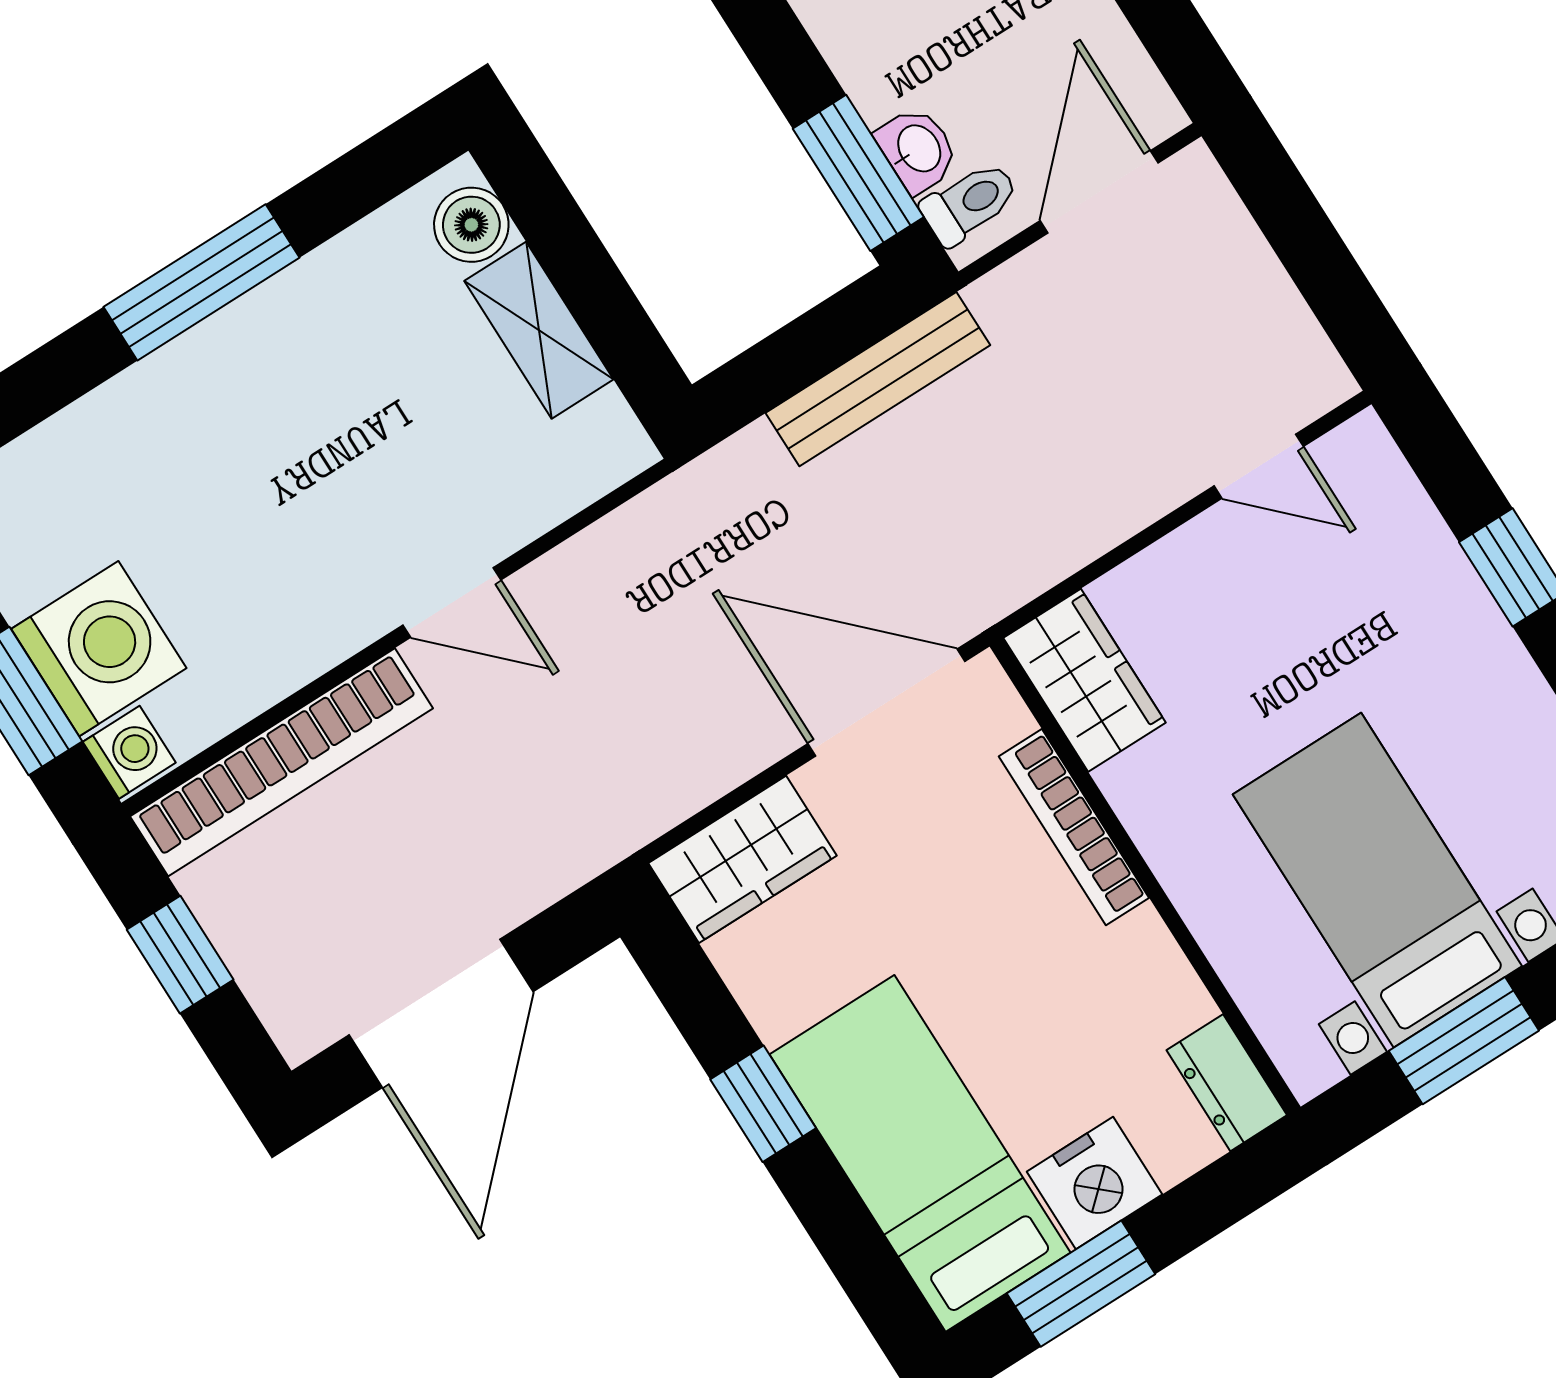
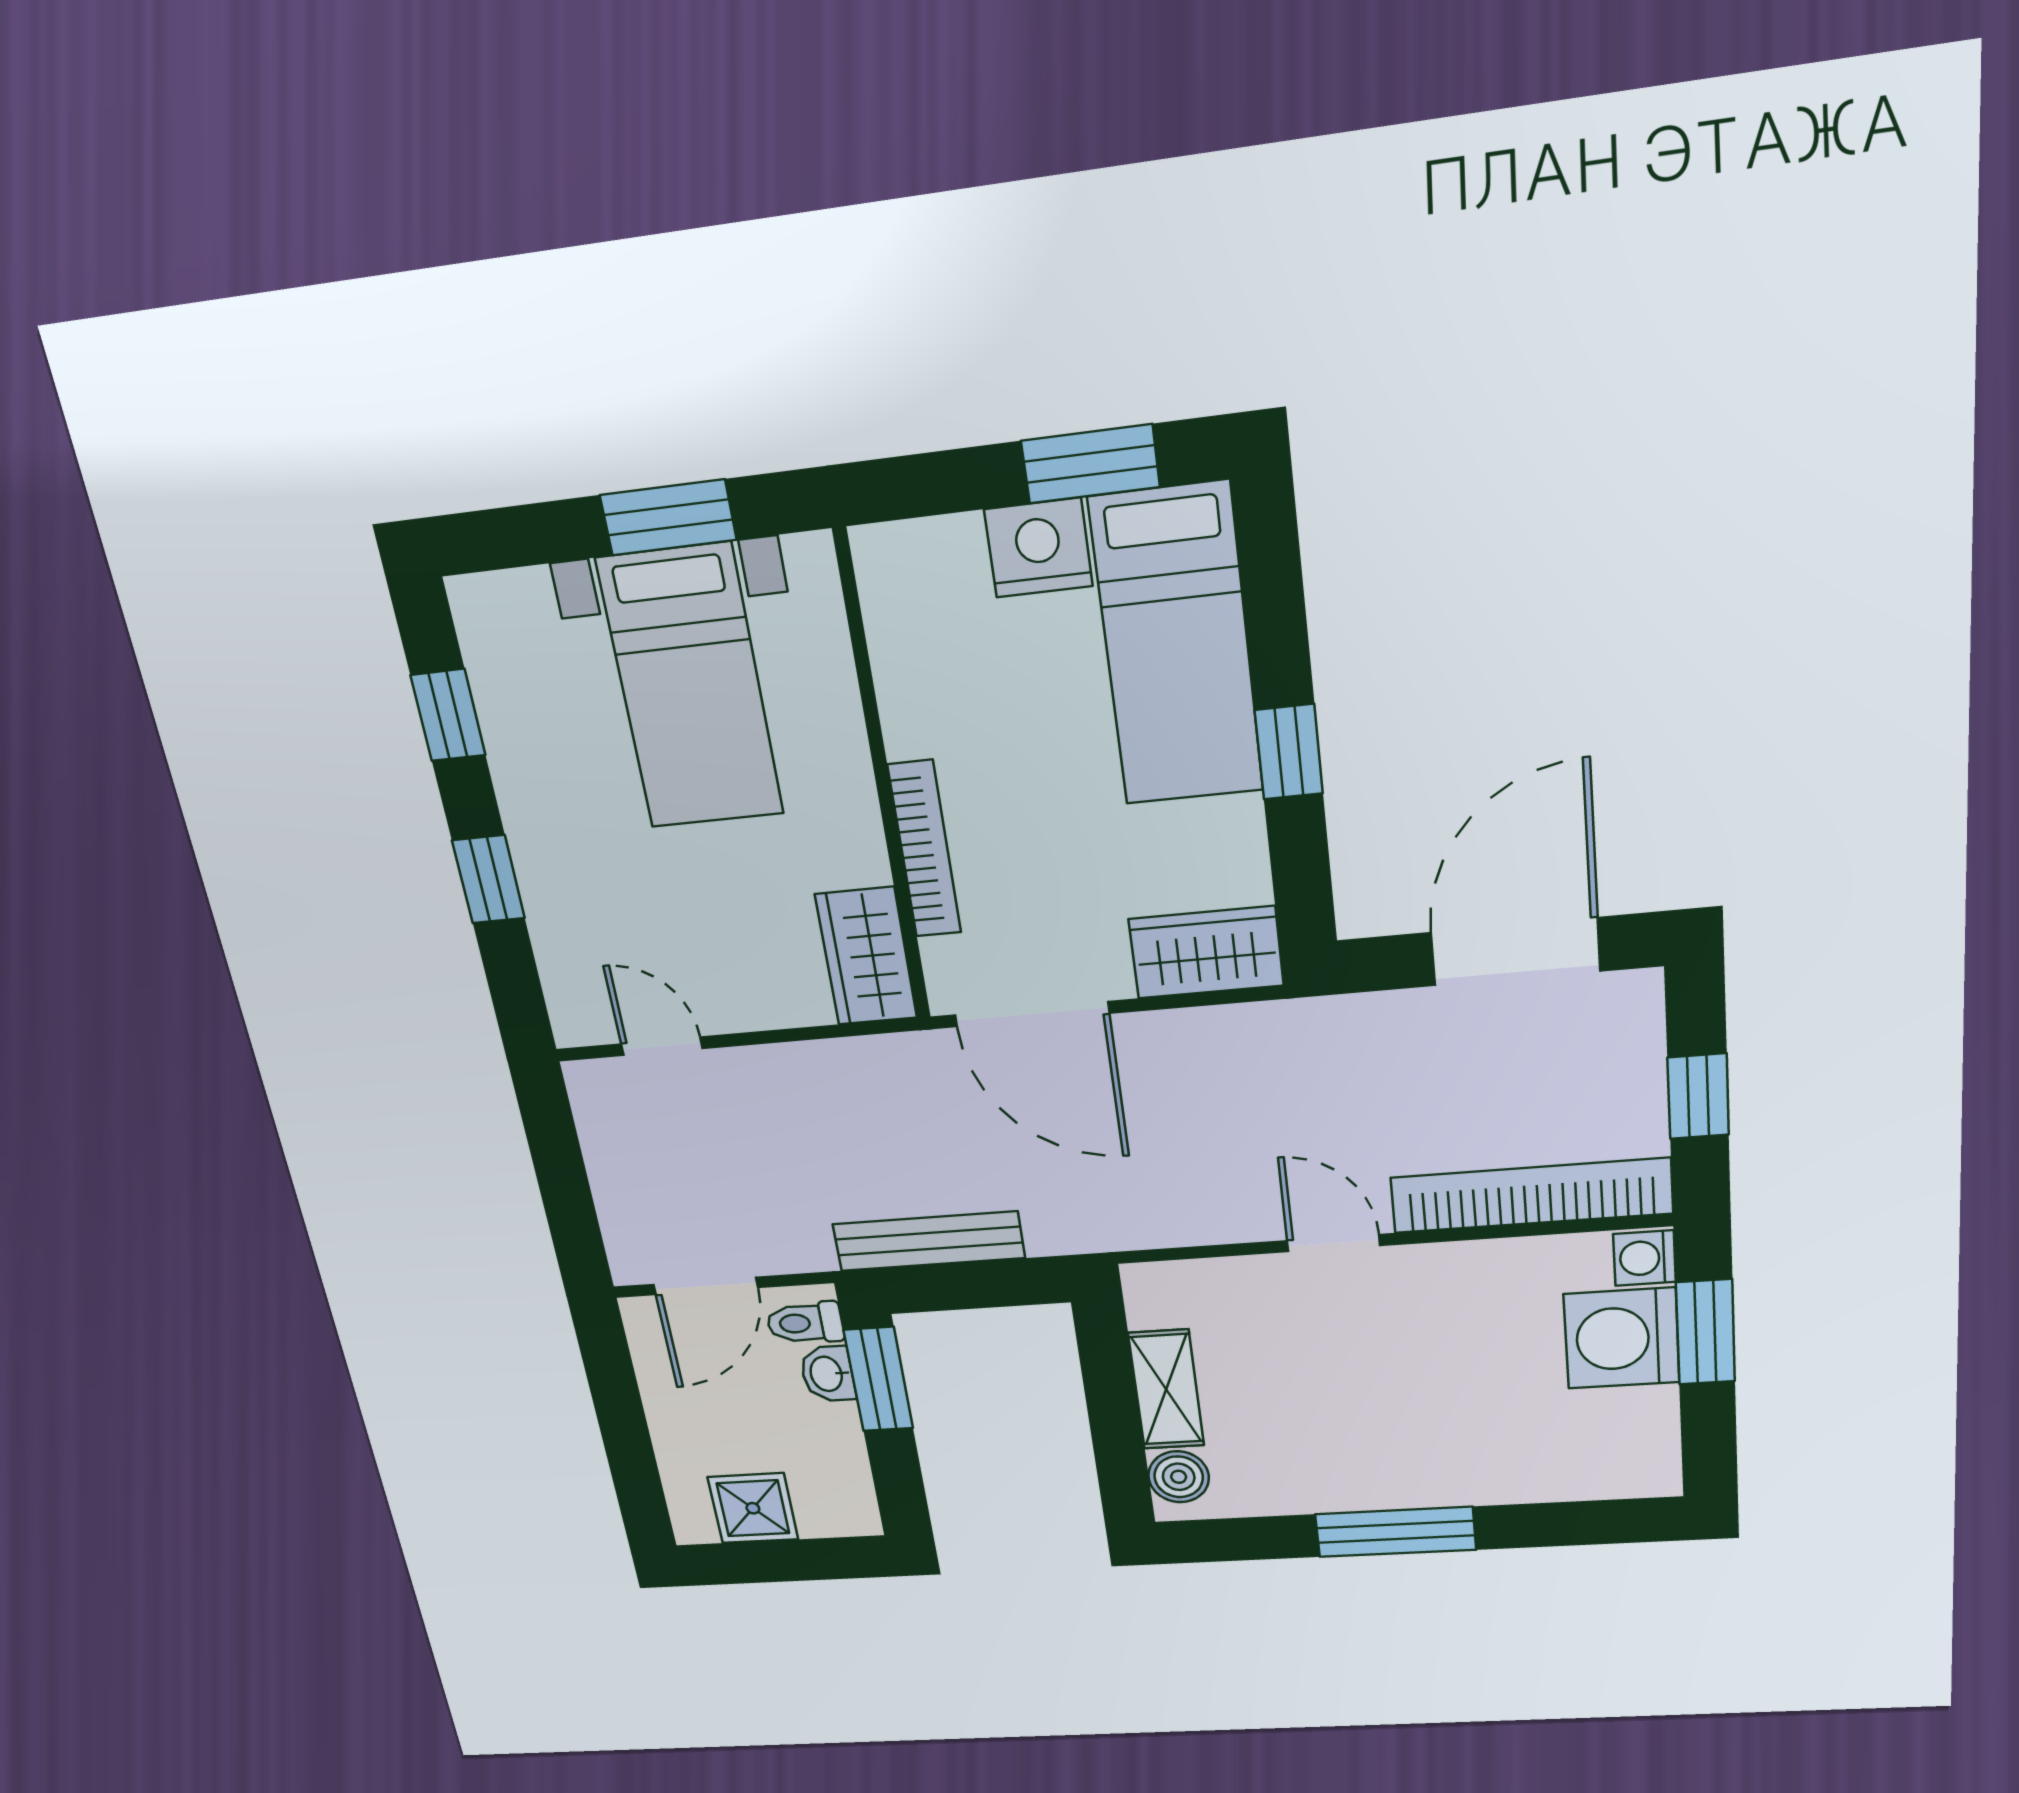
dresser: (1227, 1083) -> (887, 580), removed

